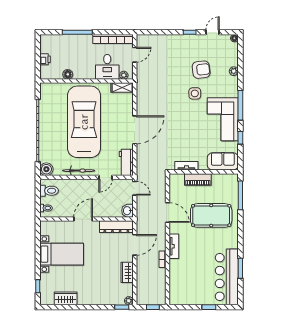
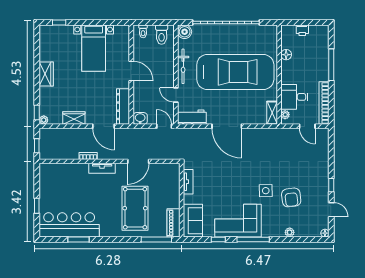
piano: (198, 180) -> (174, 223), moved
door: (135, 188) -> (164, 126), swing flipped
wardrobe: (66, 298) -> (46, 74), moved

